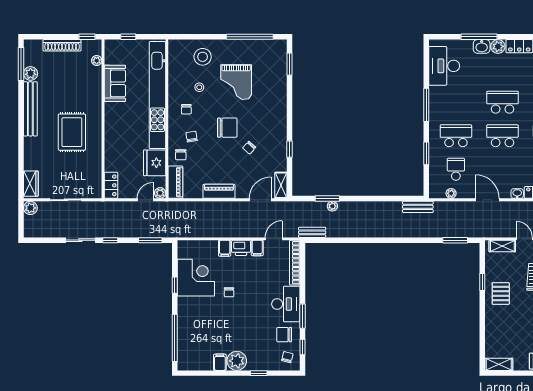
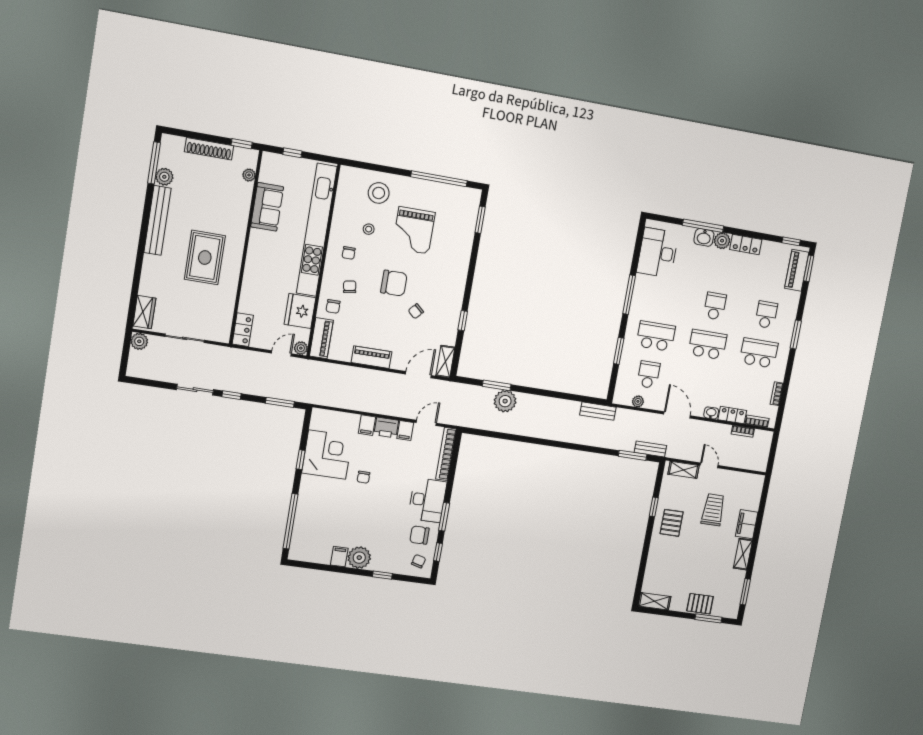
school desk: (502, 102) -> (715, 306), width x0.54
plant: (332, 206) -> (505, 401), width x1.88, depth x1.88
bench: (312, 232) -> (650, 449), moved

